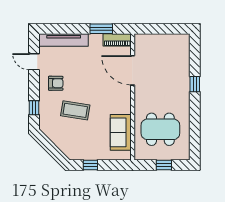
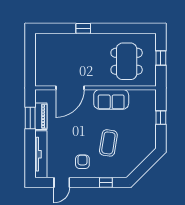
piano: (117, 40) -> (41, 116), moved
sofa: (121, 132) -> (111, 99), moved
window: (90, 165) -> (161, 118), moved

